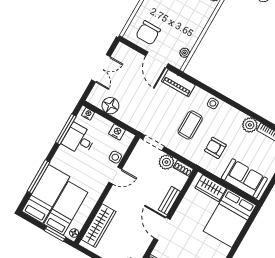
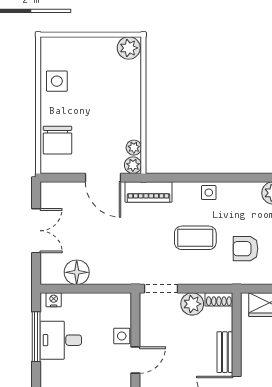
chair: (148, 33) -> (57, 140), moved
plant: (178, 63) -> (133, 165), added
coffee table: (190, 125) -> (195, 238), turned 90
nightstand: (117, 132) -> (105, 302), removed

